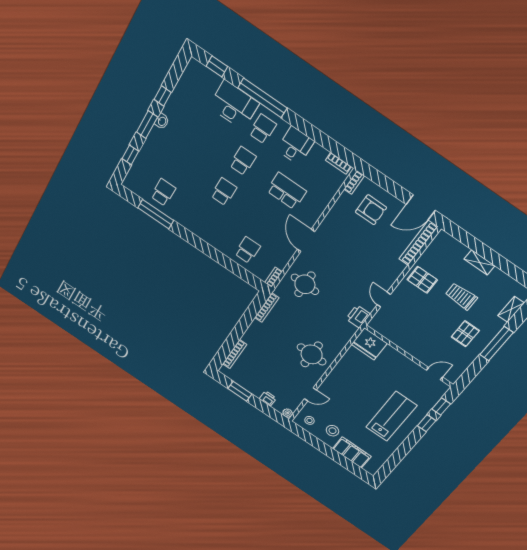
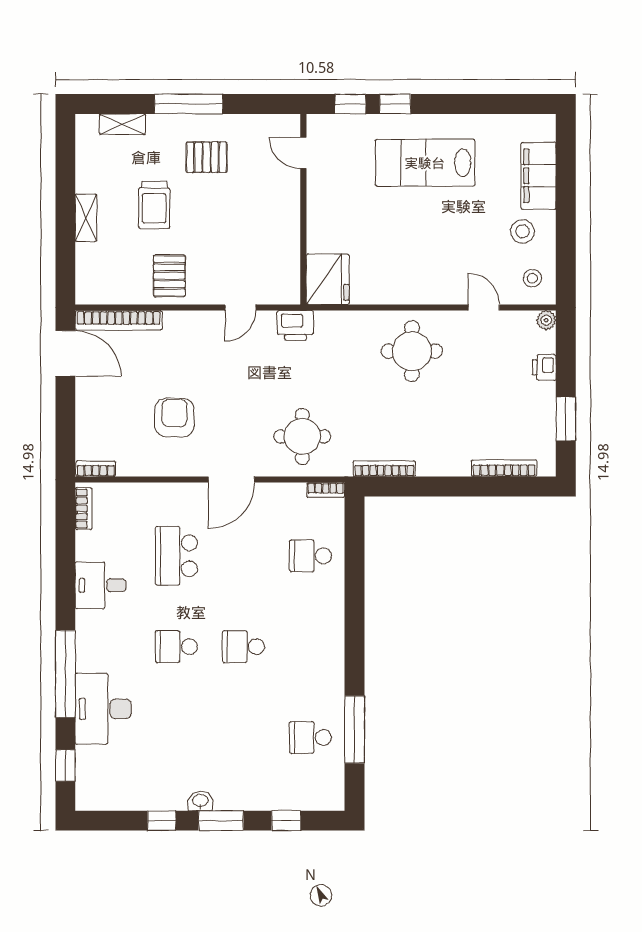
school desk: (263, 129) -> (109, 647), removed
armchair: (371, 210) -> (174, 418), moved

